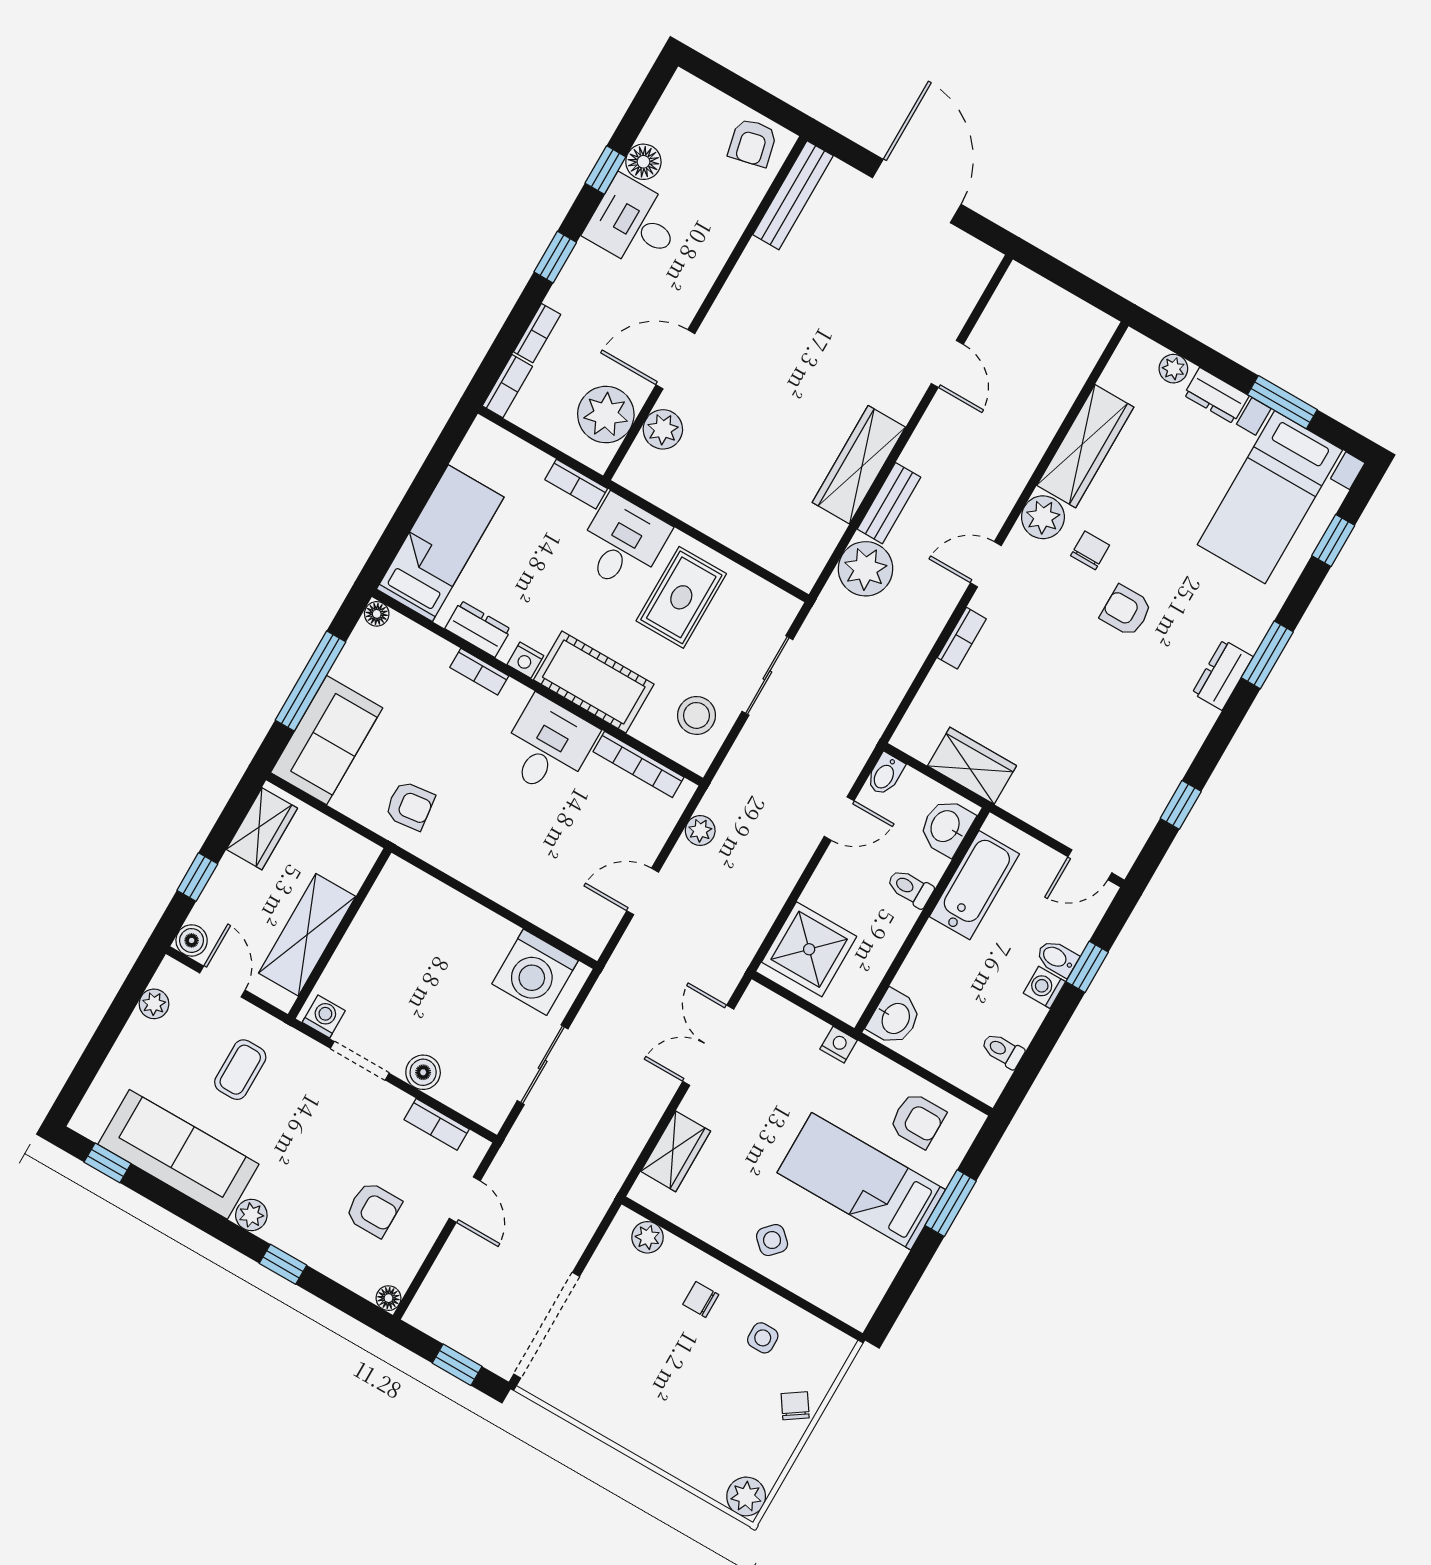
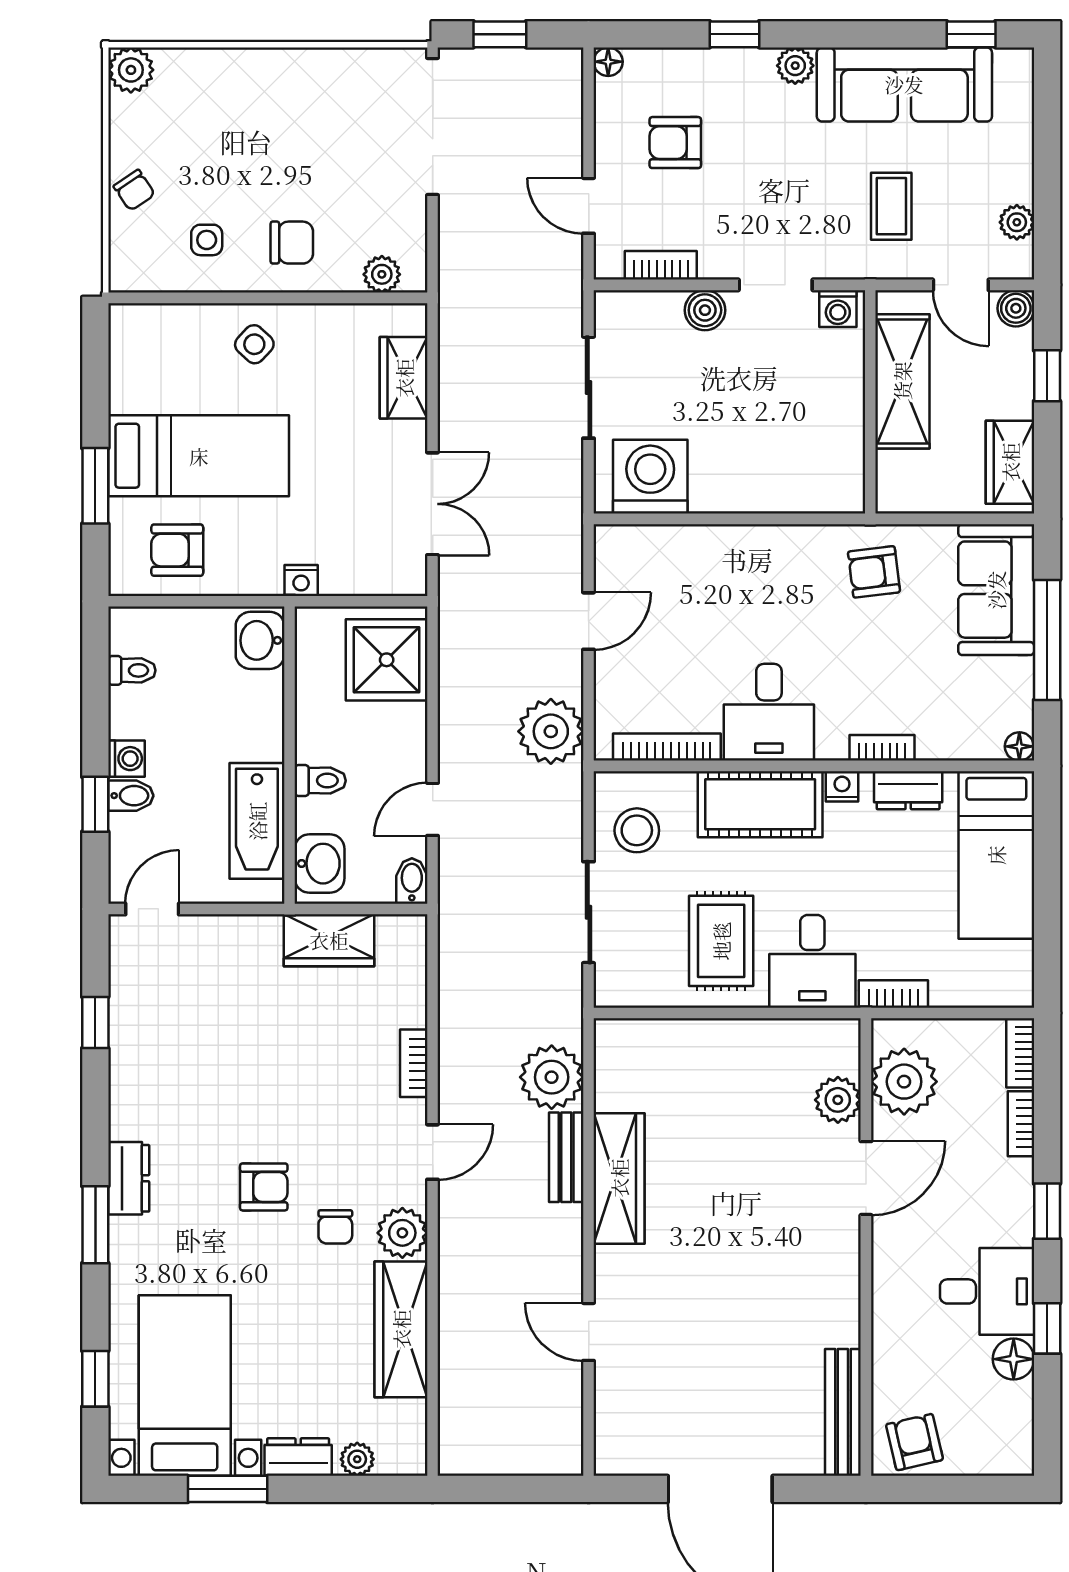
plant: (700, 831) -> (551, 731), width x1.87, depth x1.87
chair: (701, 1299) -> (292, 243), width x1.37, depth x1.37

